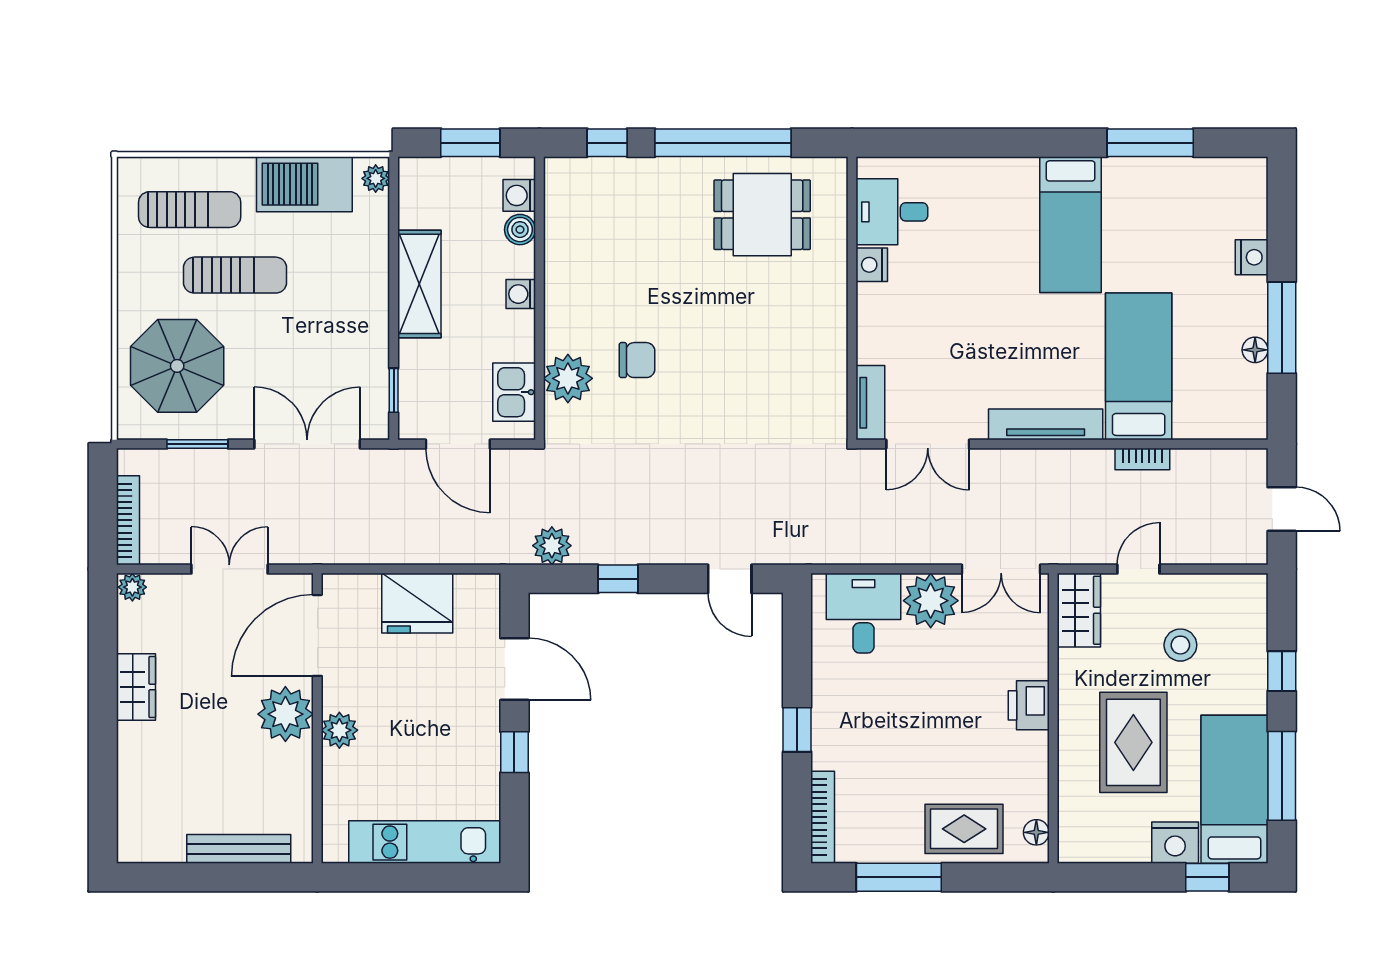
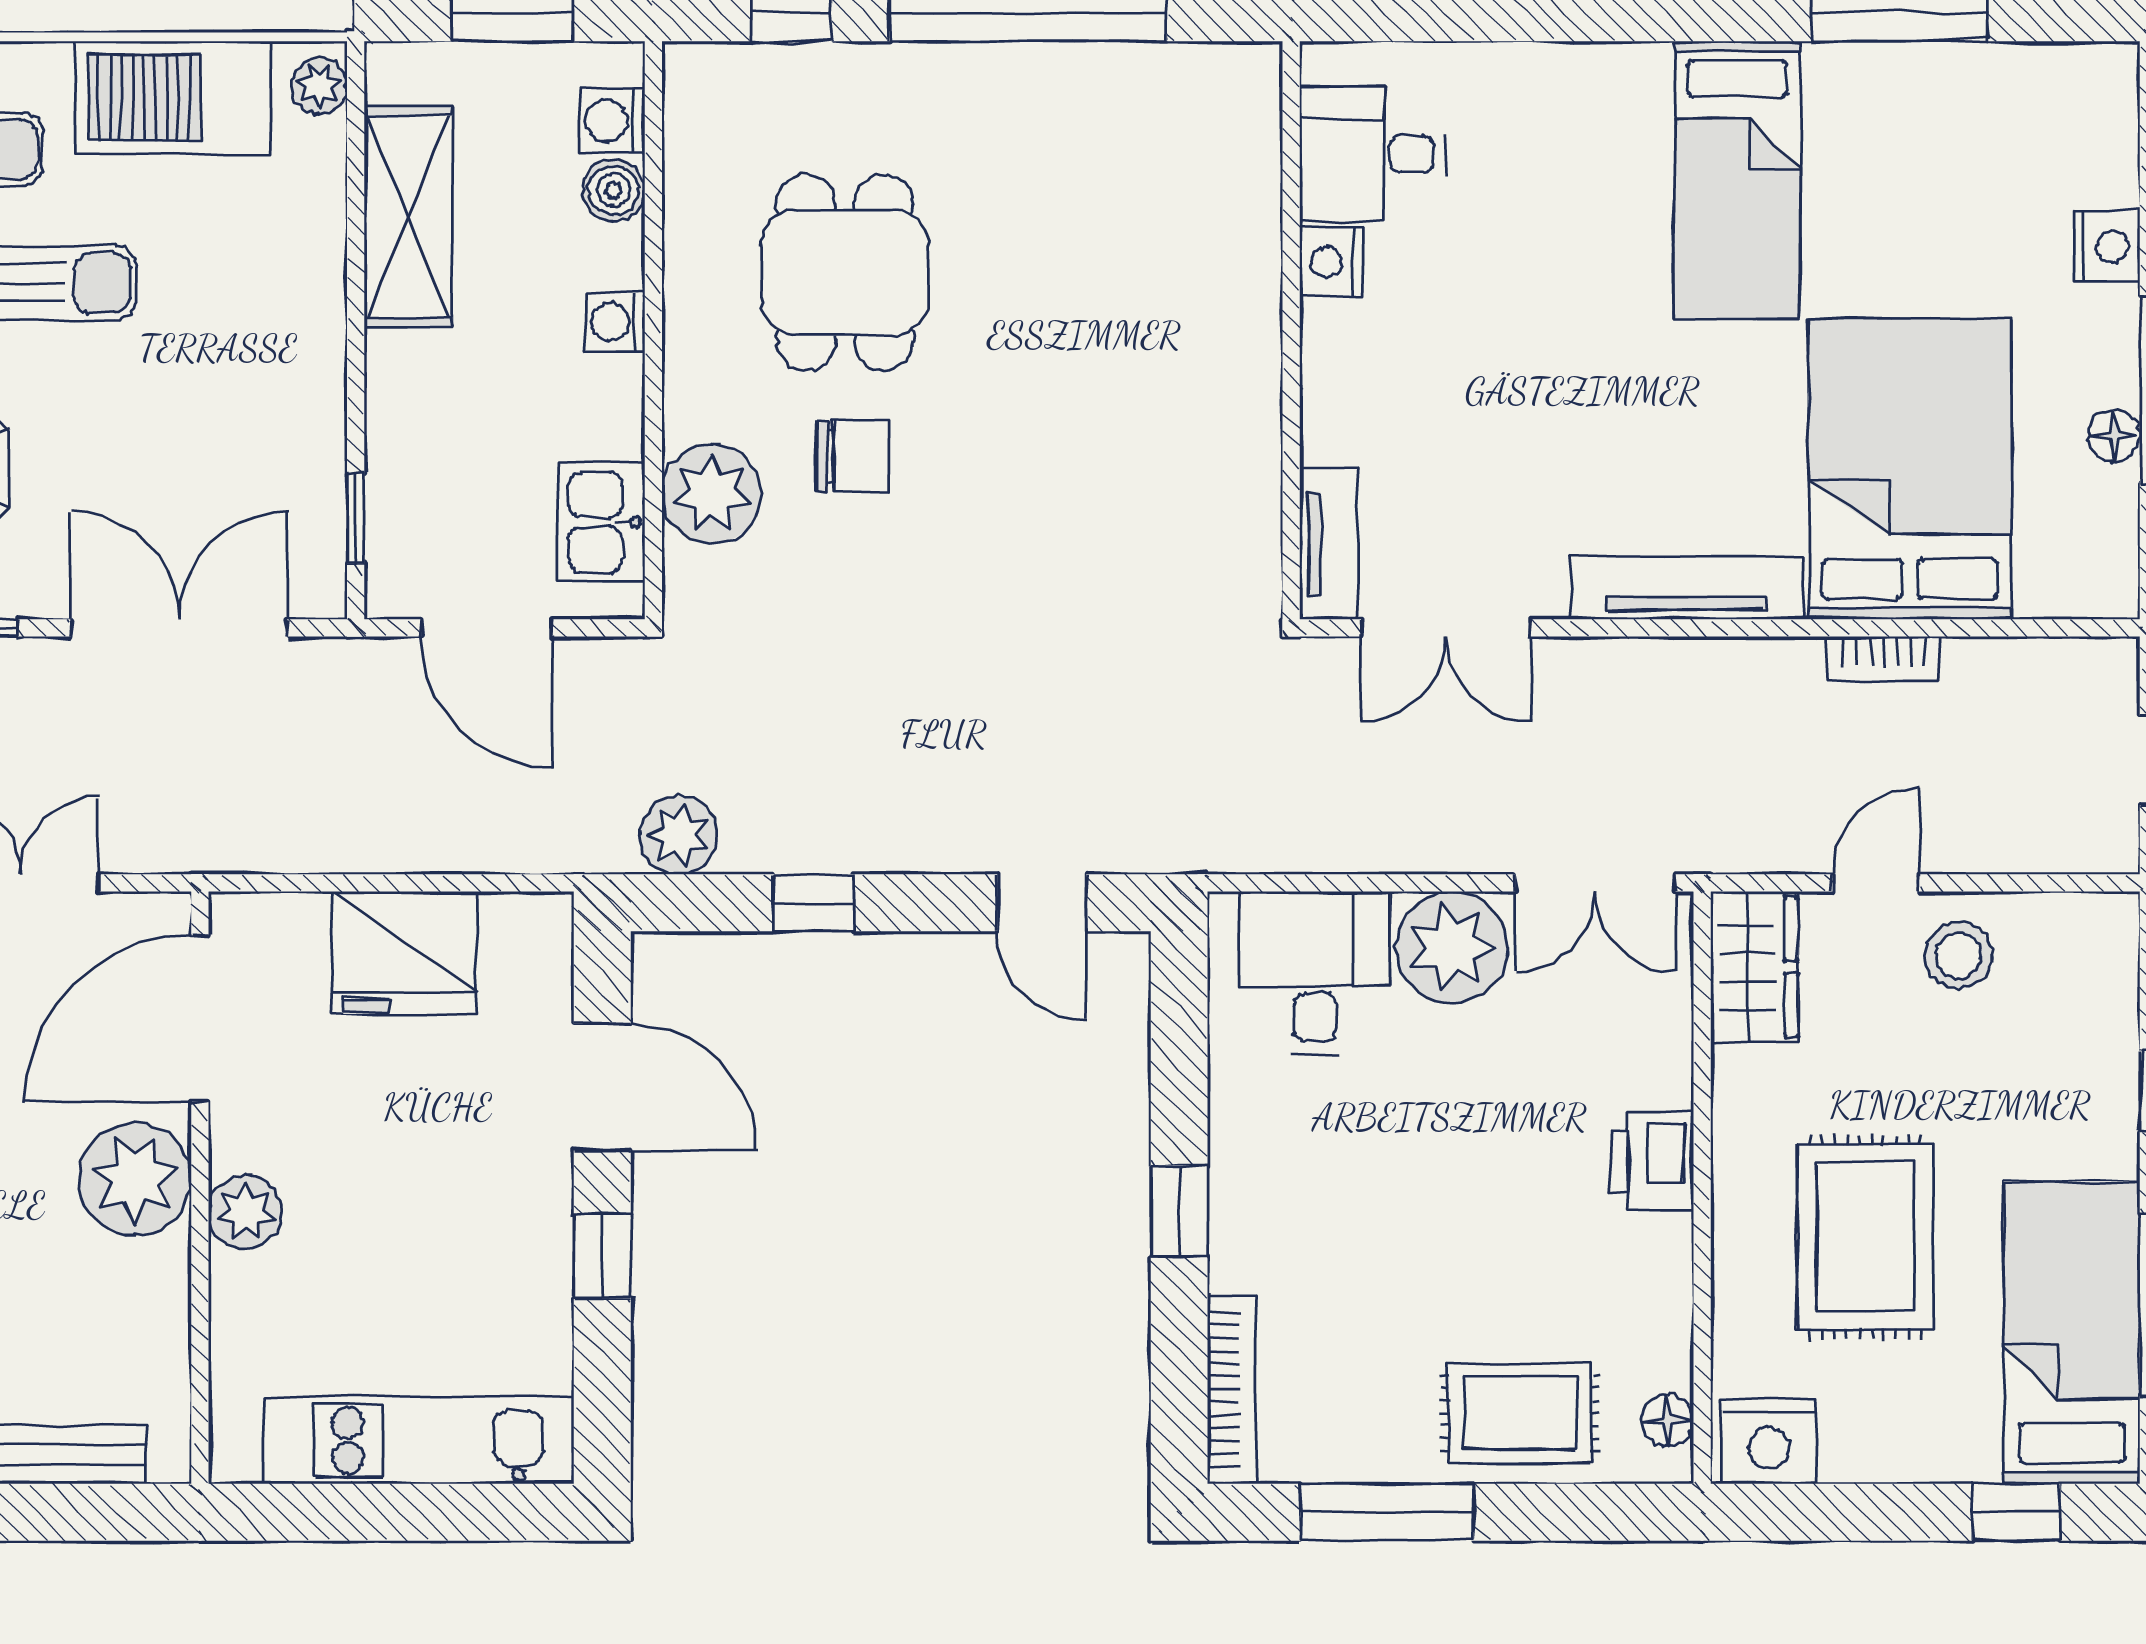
dining table: (762, 215) -> (845, 272), moved, turned 90
shelving: (419, 284) -> (408, 216), moved
bed: (1139, 366) -> (1910, 469), width x1.50
stool: (1180, 645) -> (1958, 956), moved
nightstand: (1175, 843) -> (1769, 1441), moved

